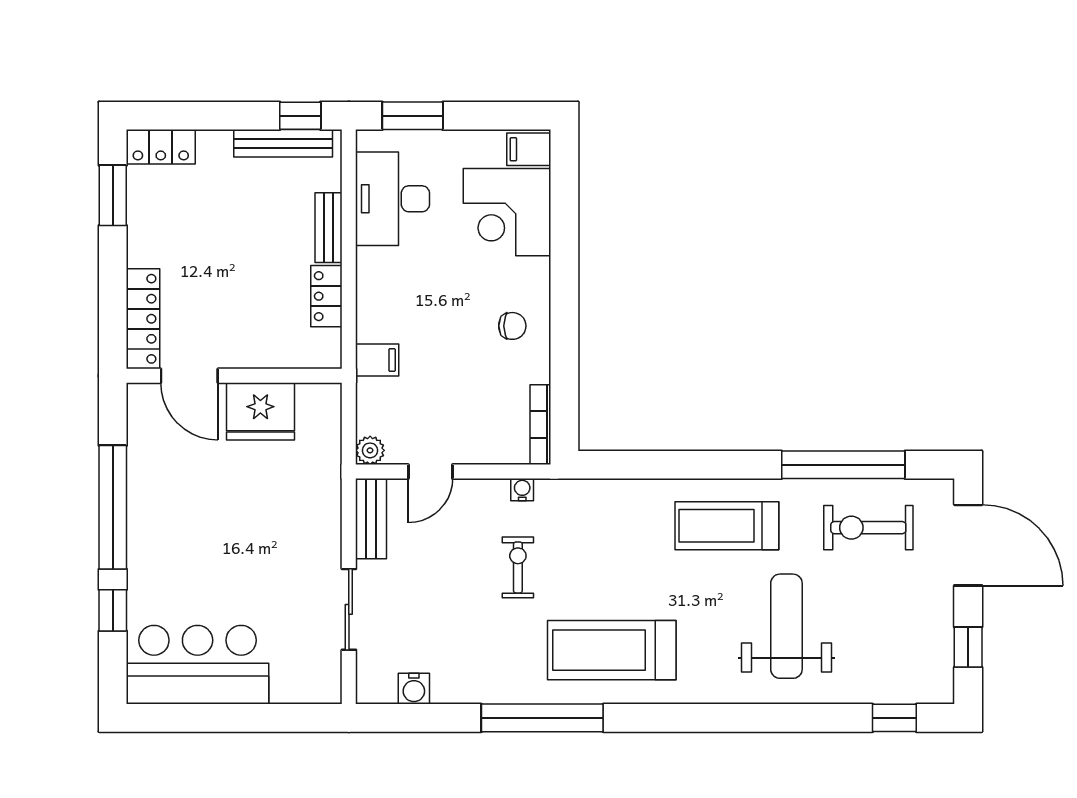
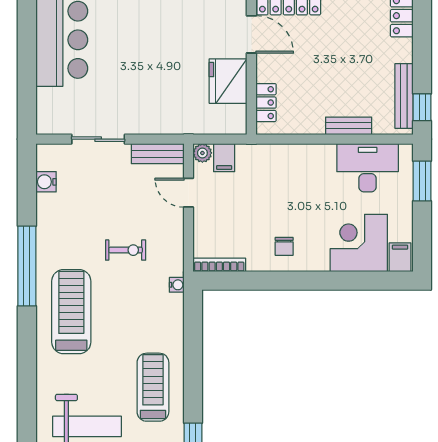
locker: (326, 296) -> (266, 103), moved, turned 90
filing cabinet: (377, 360) -> (224, 158), moved
door: (189, 376) -> (251, 34), swing flipped
water cooler: (522, 490) -> (177, 285), moved

